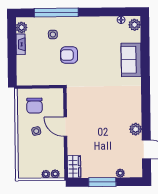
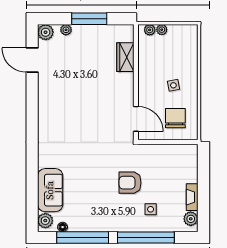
window: (105, 12) -> (83, 237), added
armchair: (69, 55) -> (130, 183), turned 180
sofa: (131, 60) -> (50, 190), moved
door: (65, 127) -> (136, 119), moved
plant: (136, 129) -> (46, 32), moved
wardrobe: (74, 167) -> (125, 57), moved

